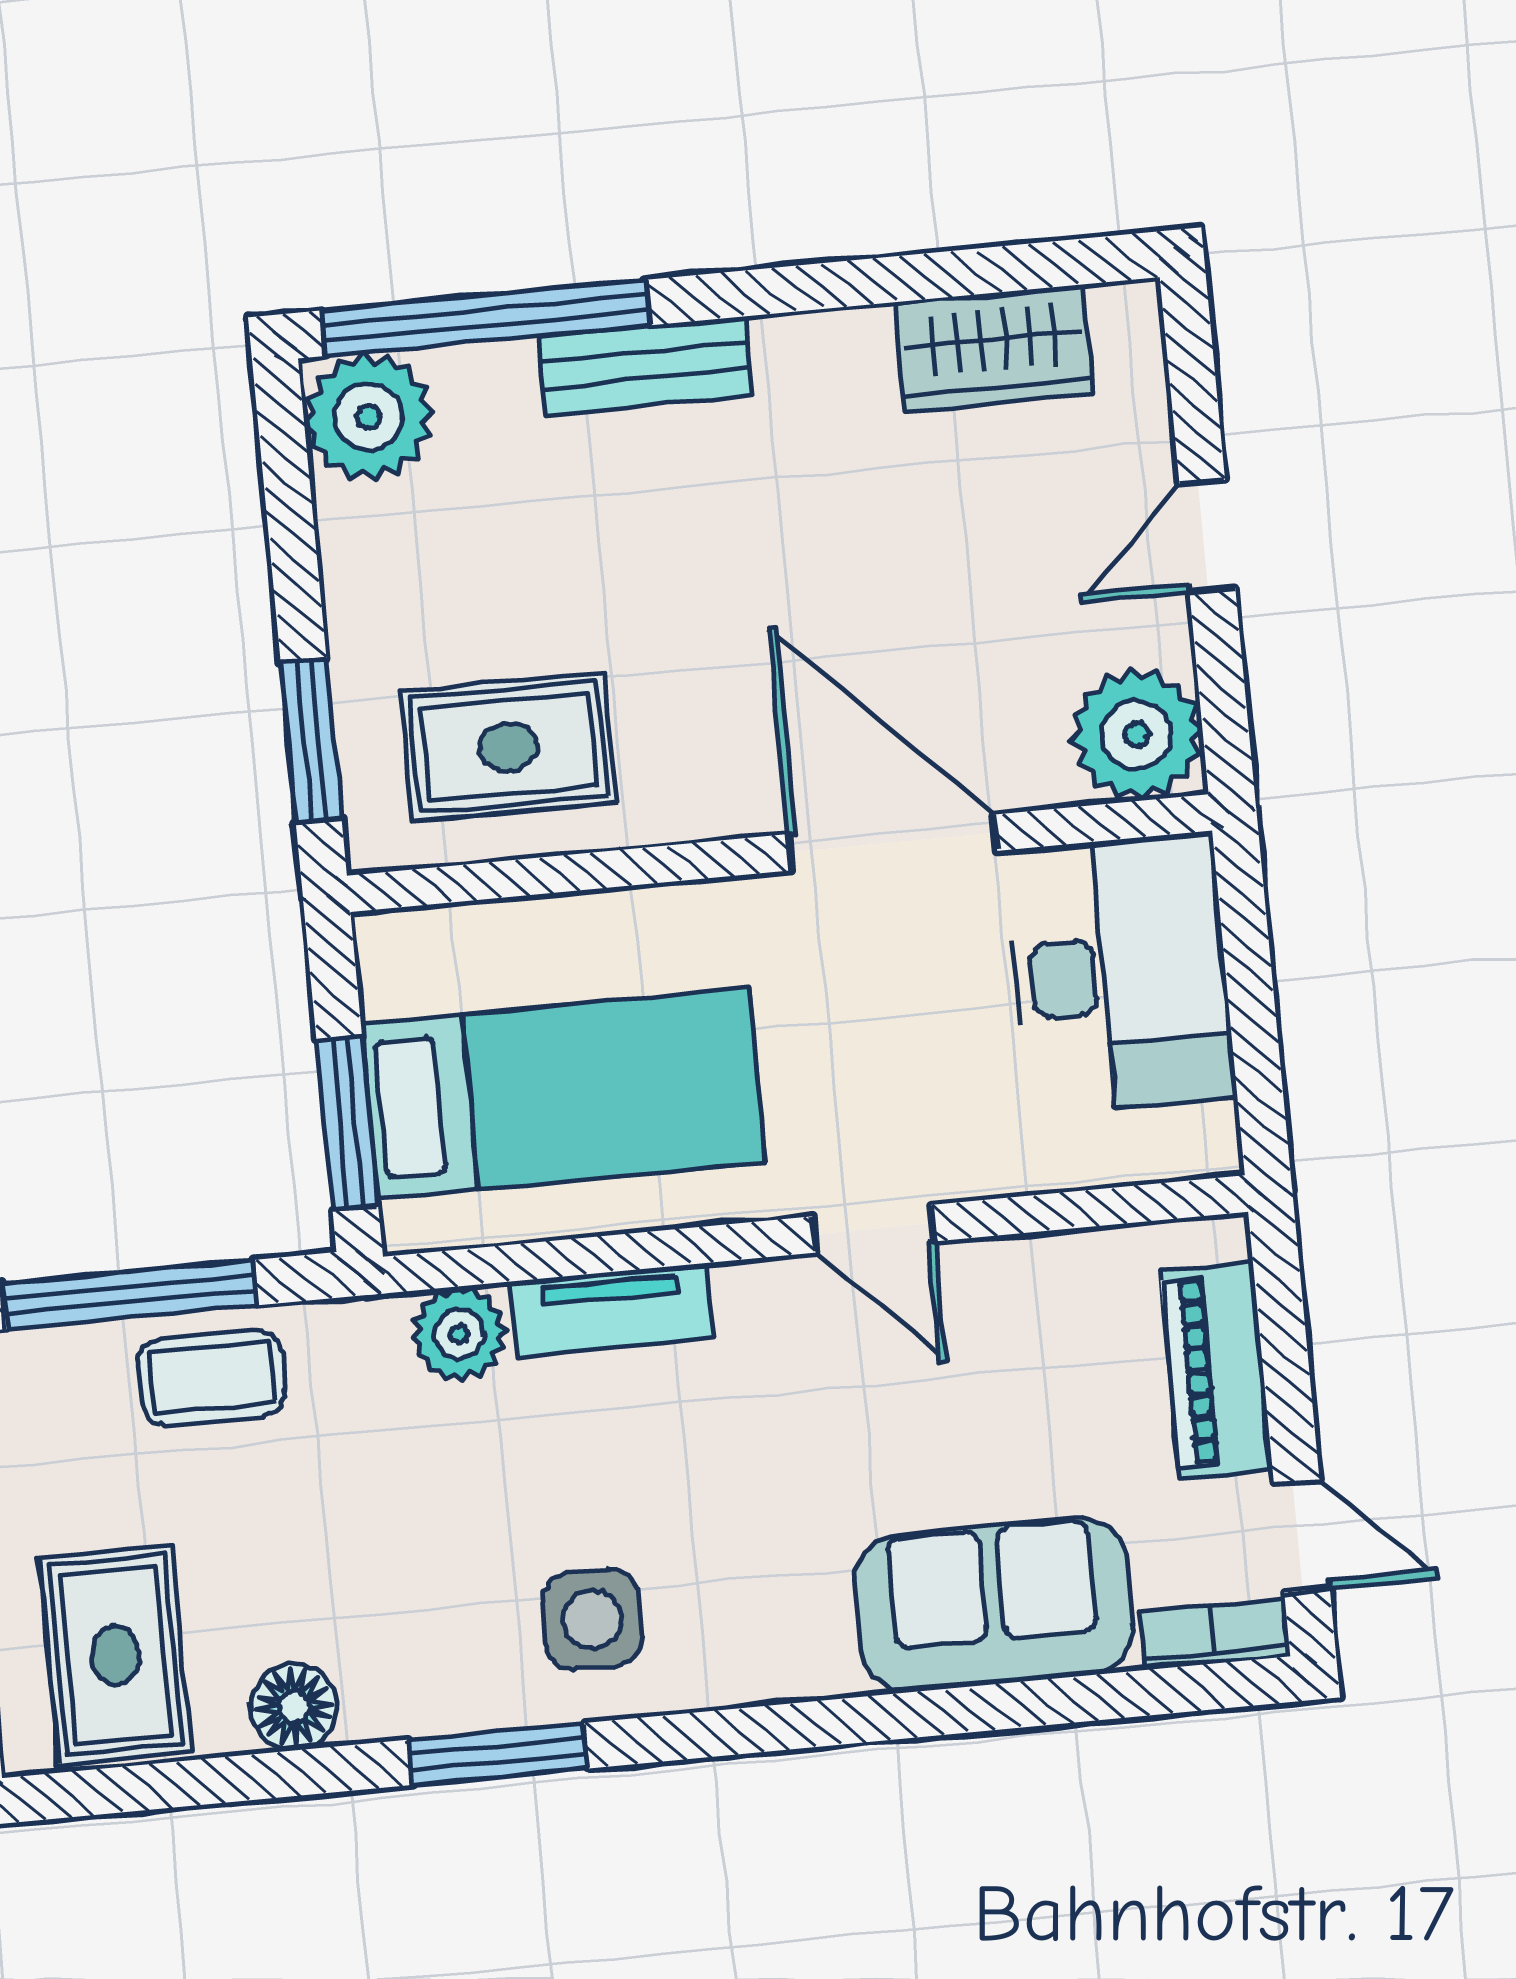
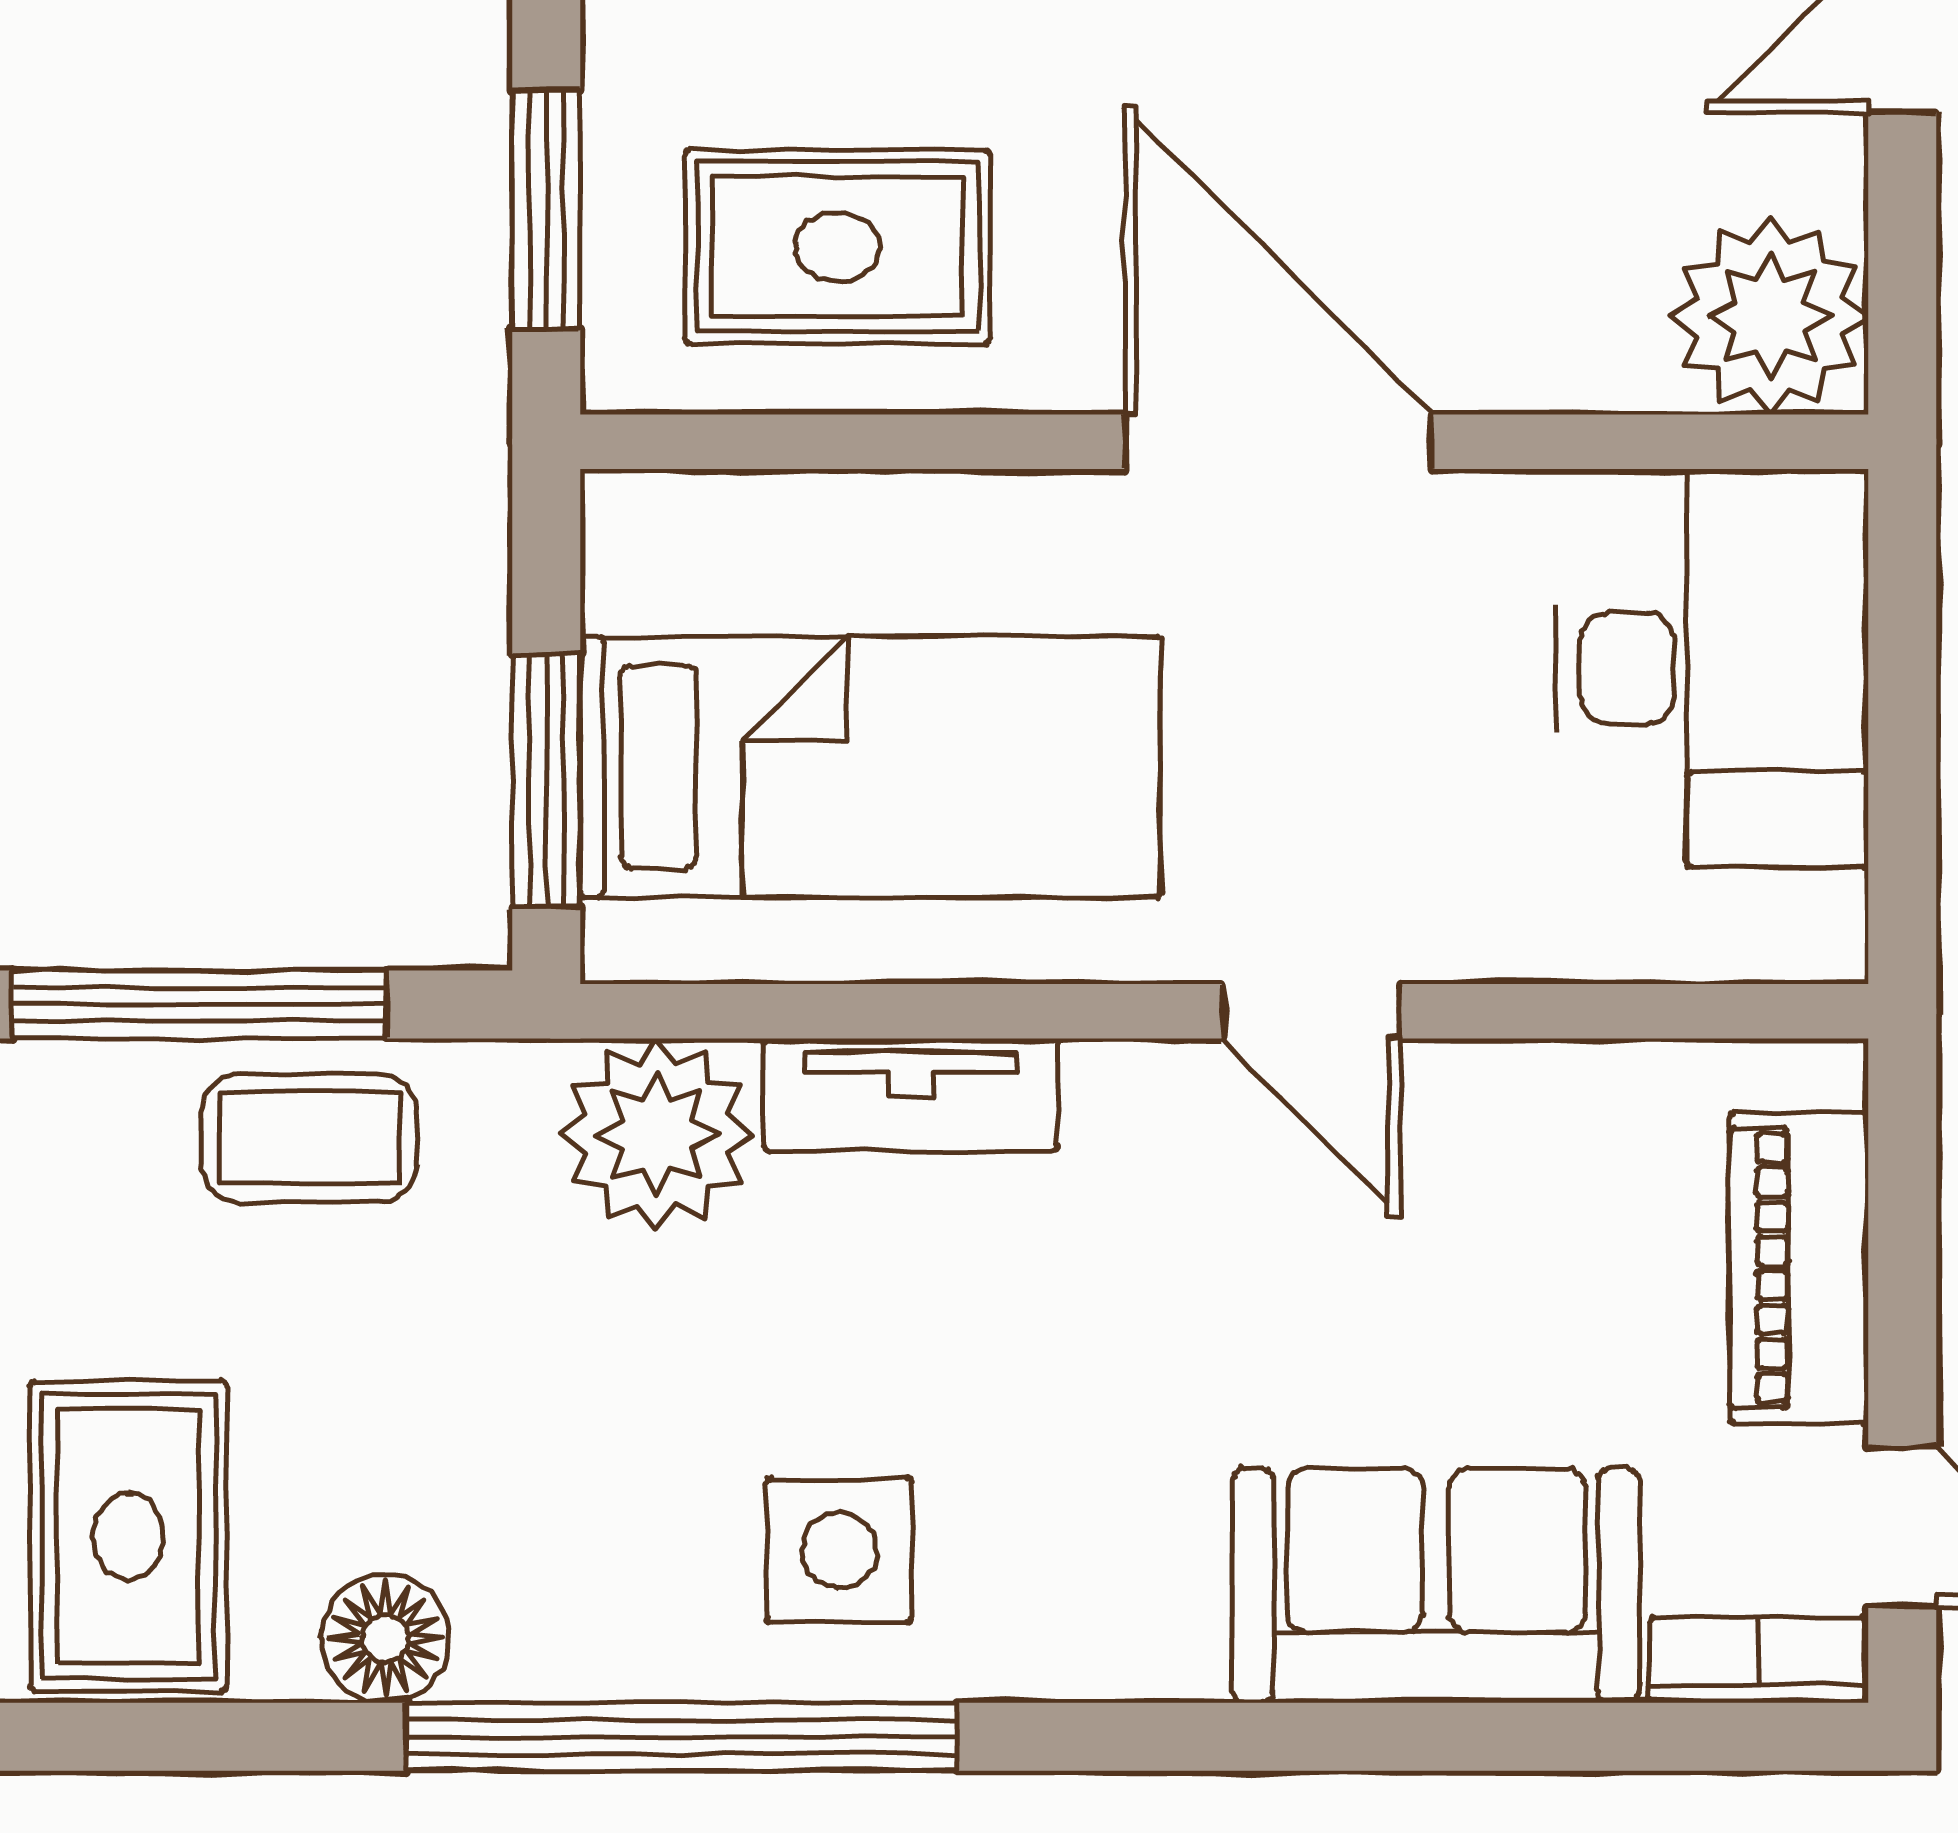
door: (892, 842) -> (1279, 442), moved
plant: (459, 1334) -> (657, 1134), width x1.36, depth x1.36
window: (498, 1754) -> (681, 1737), width x2.11

